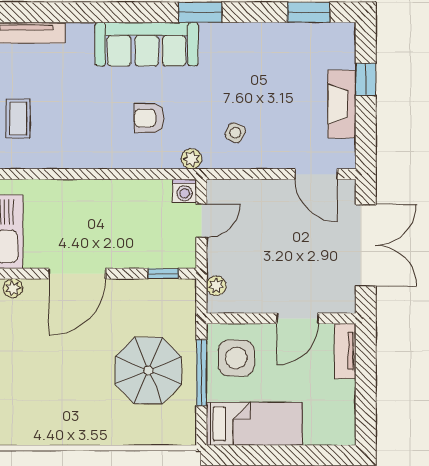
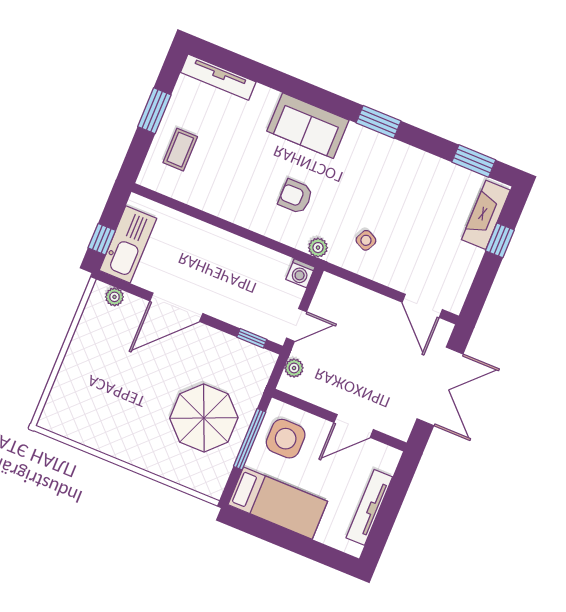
sofa: (147, 44) -> (308, 126), width x0.73
fireplace: (342, 104) -> (486, 215), moved
door: (201, 221) -> (297, 325), moved
tv unit: (345, 351) -> (369, 507), moved, width x1.41

